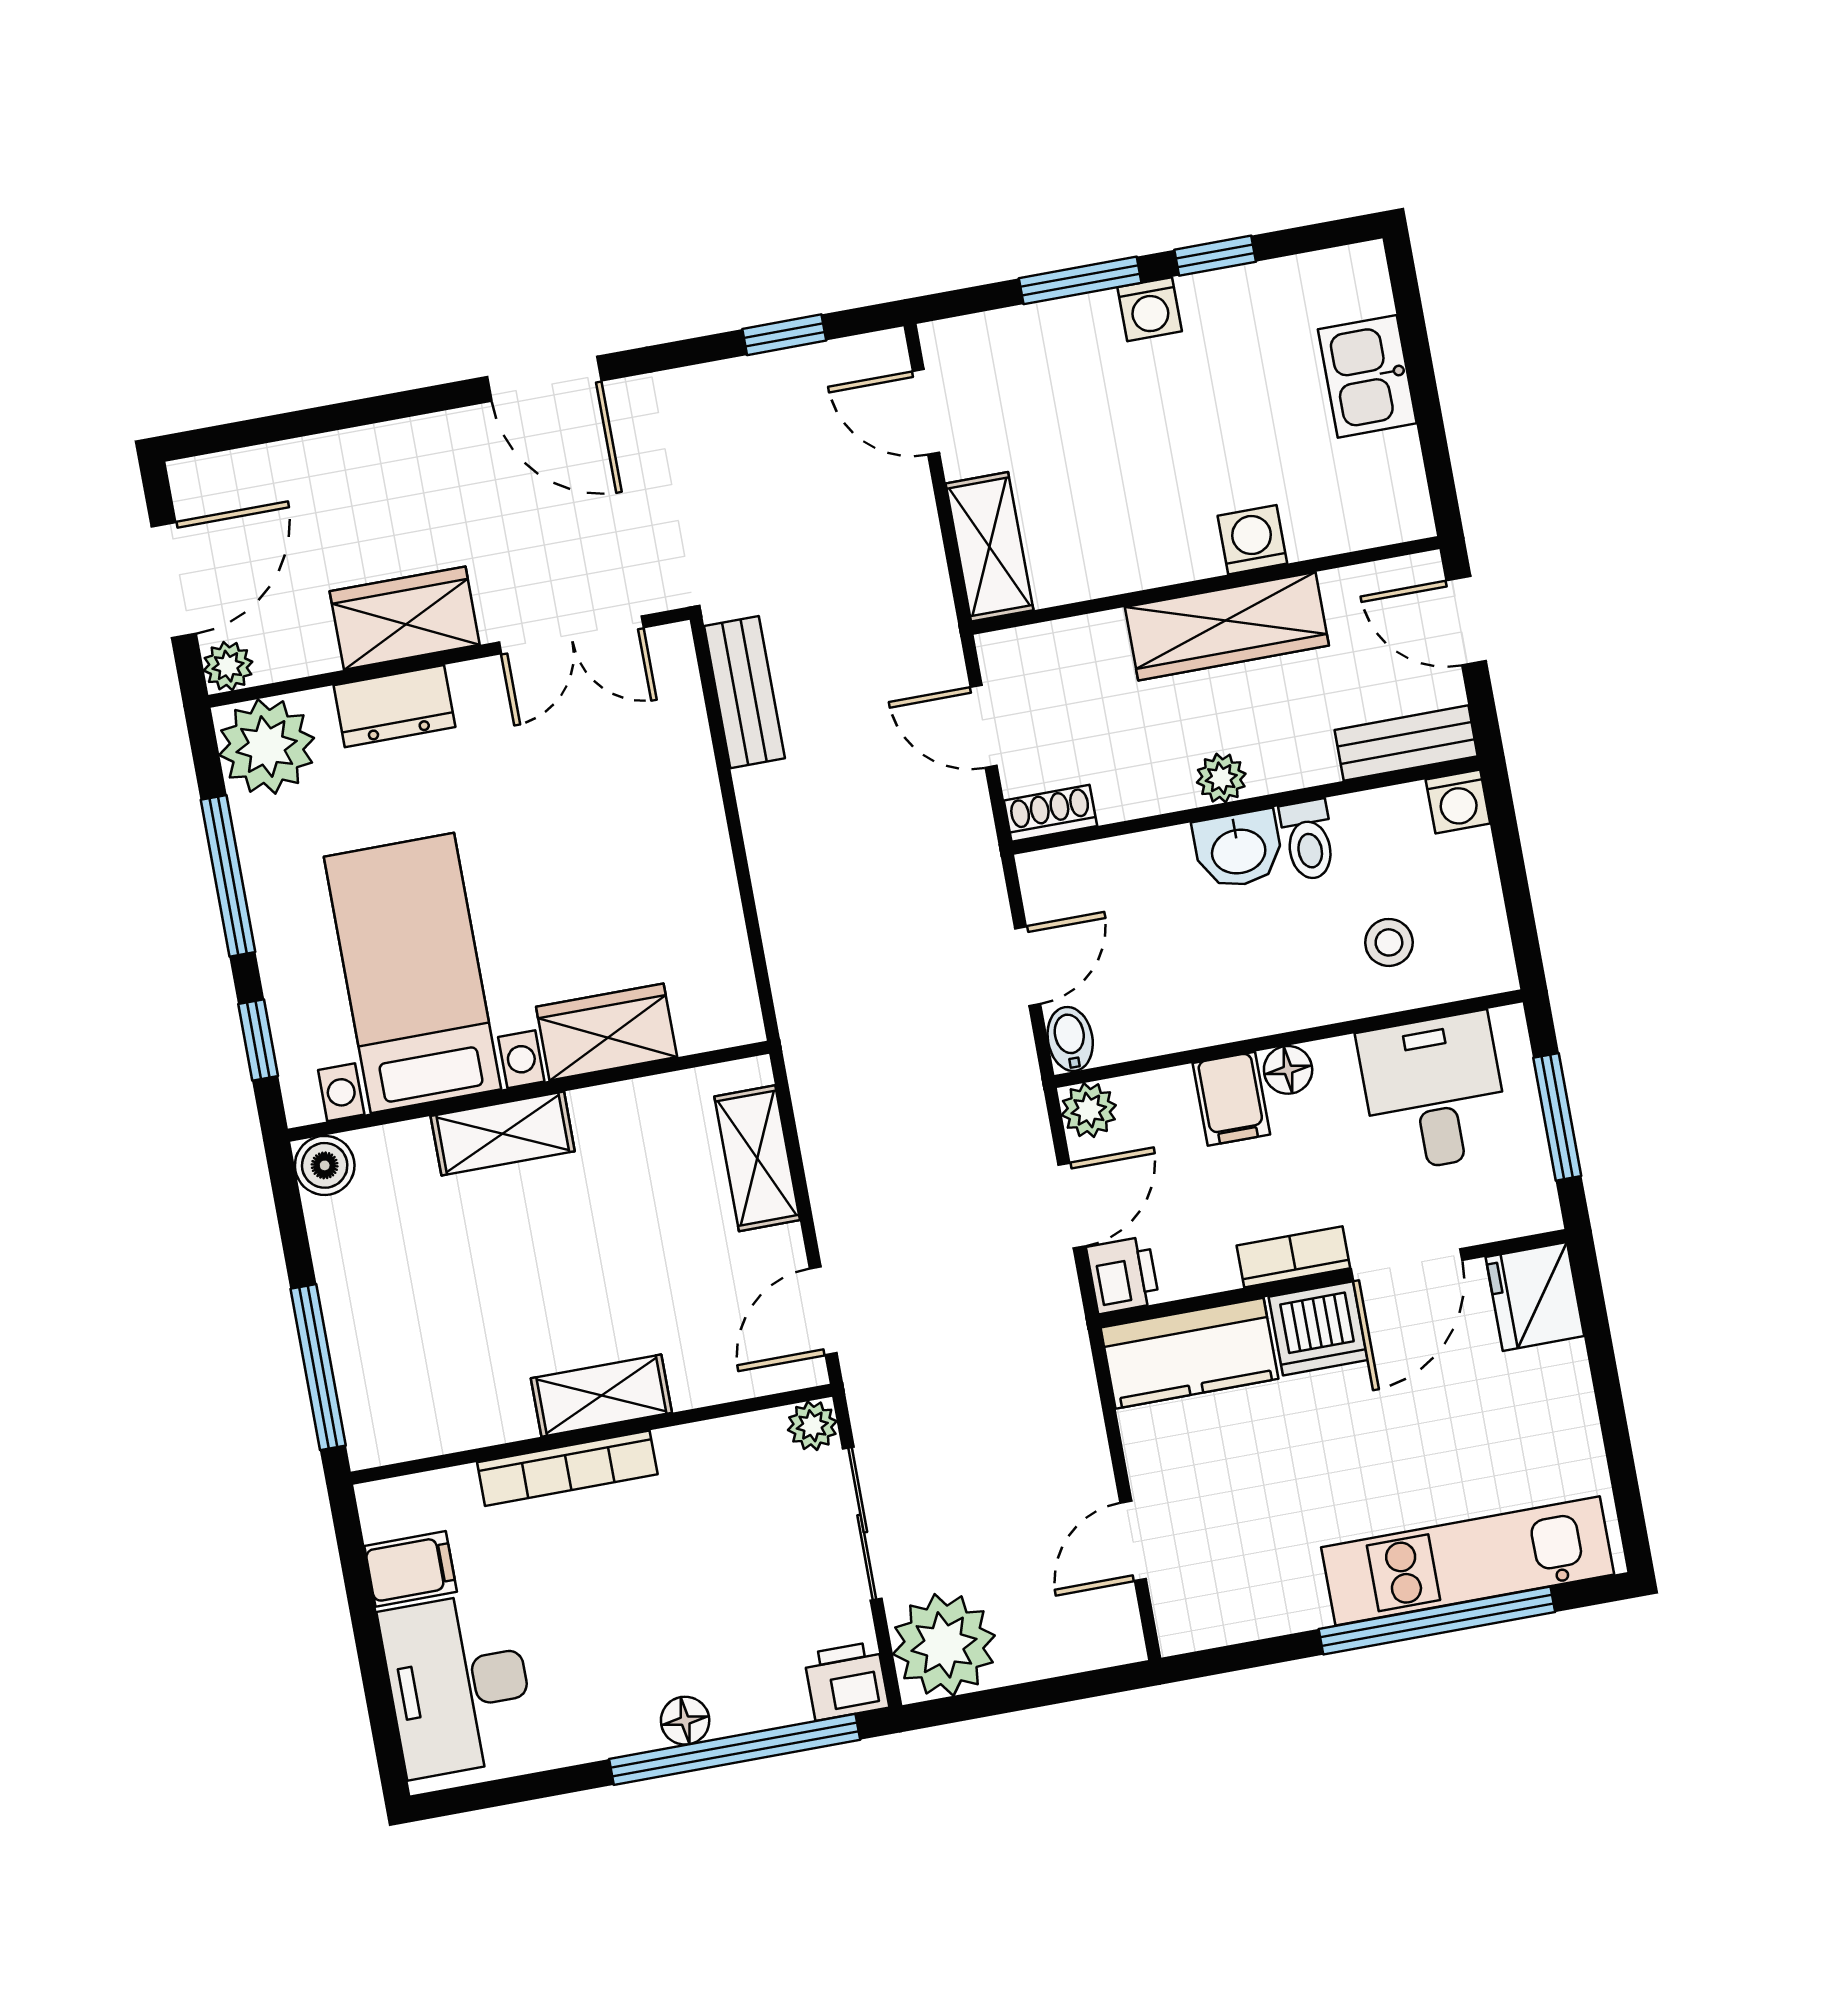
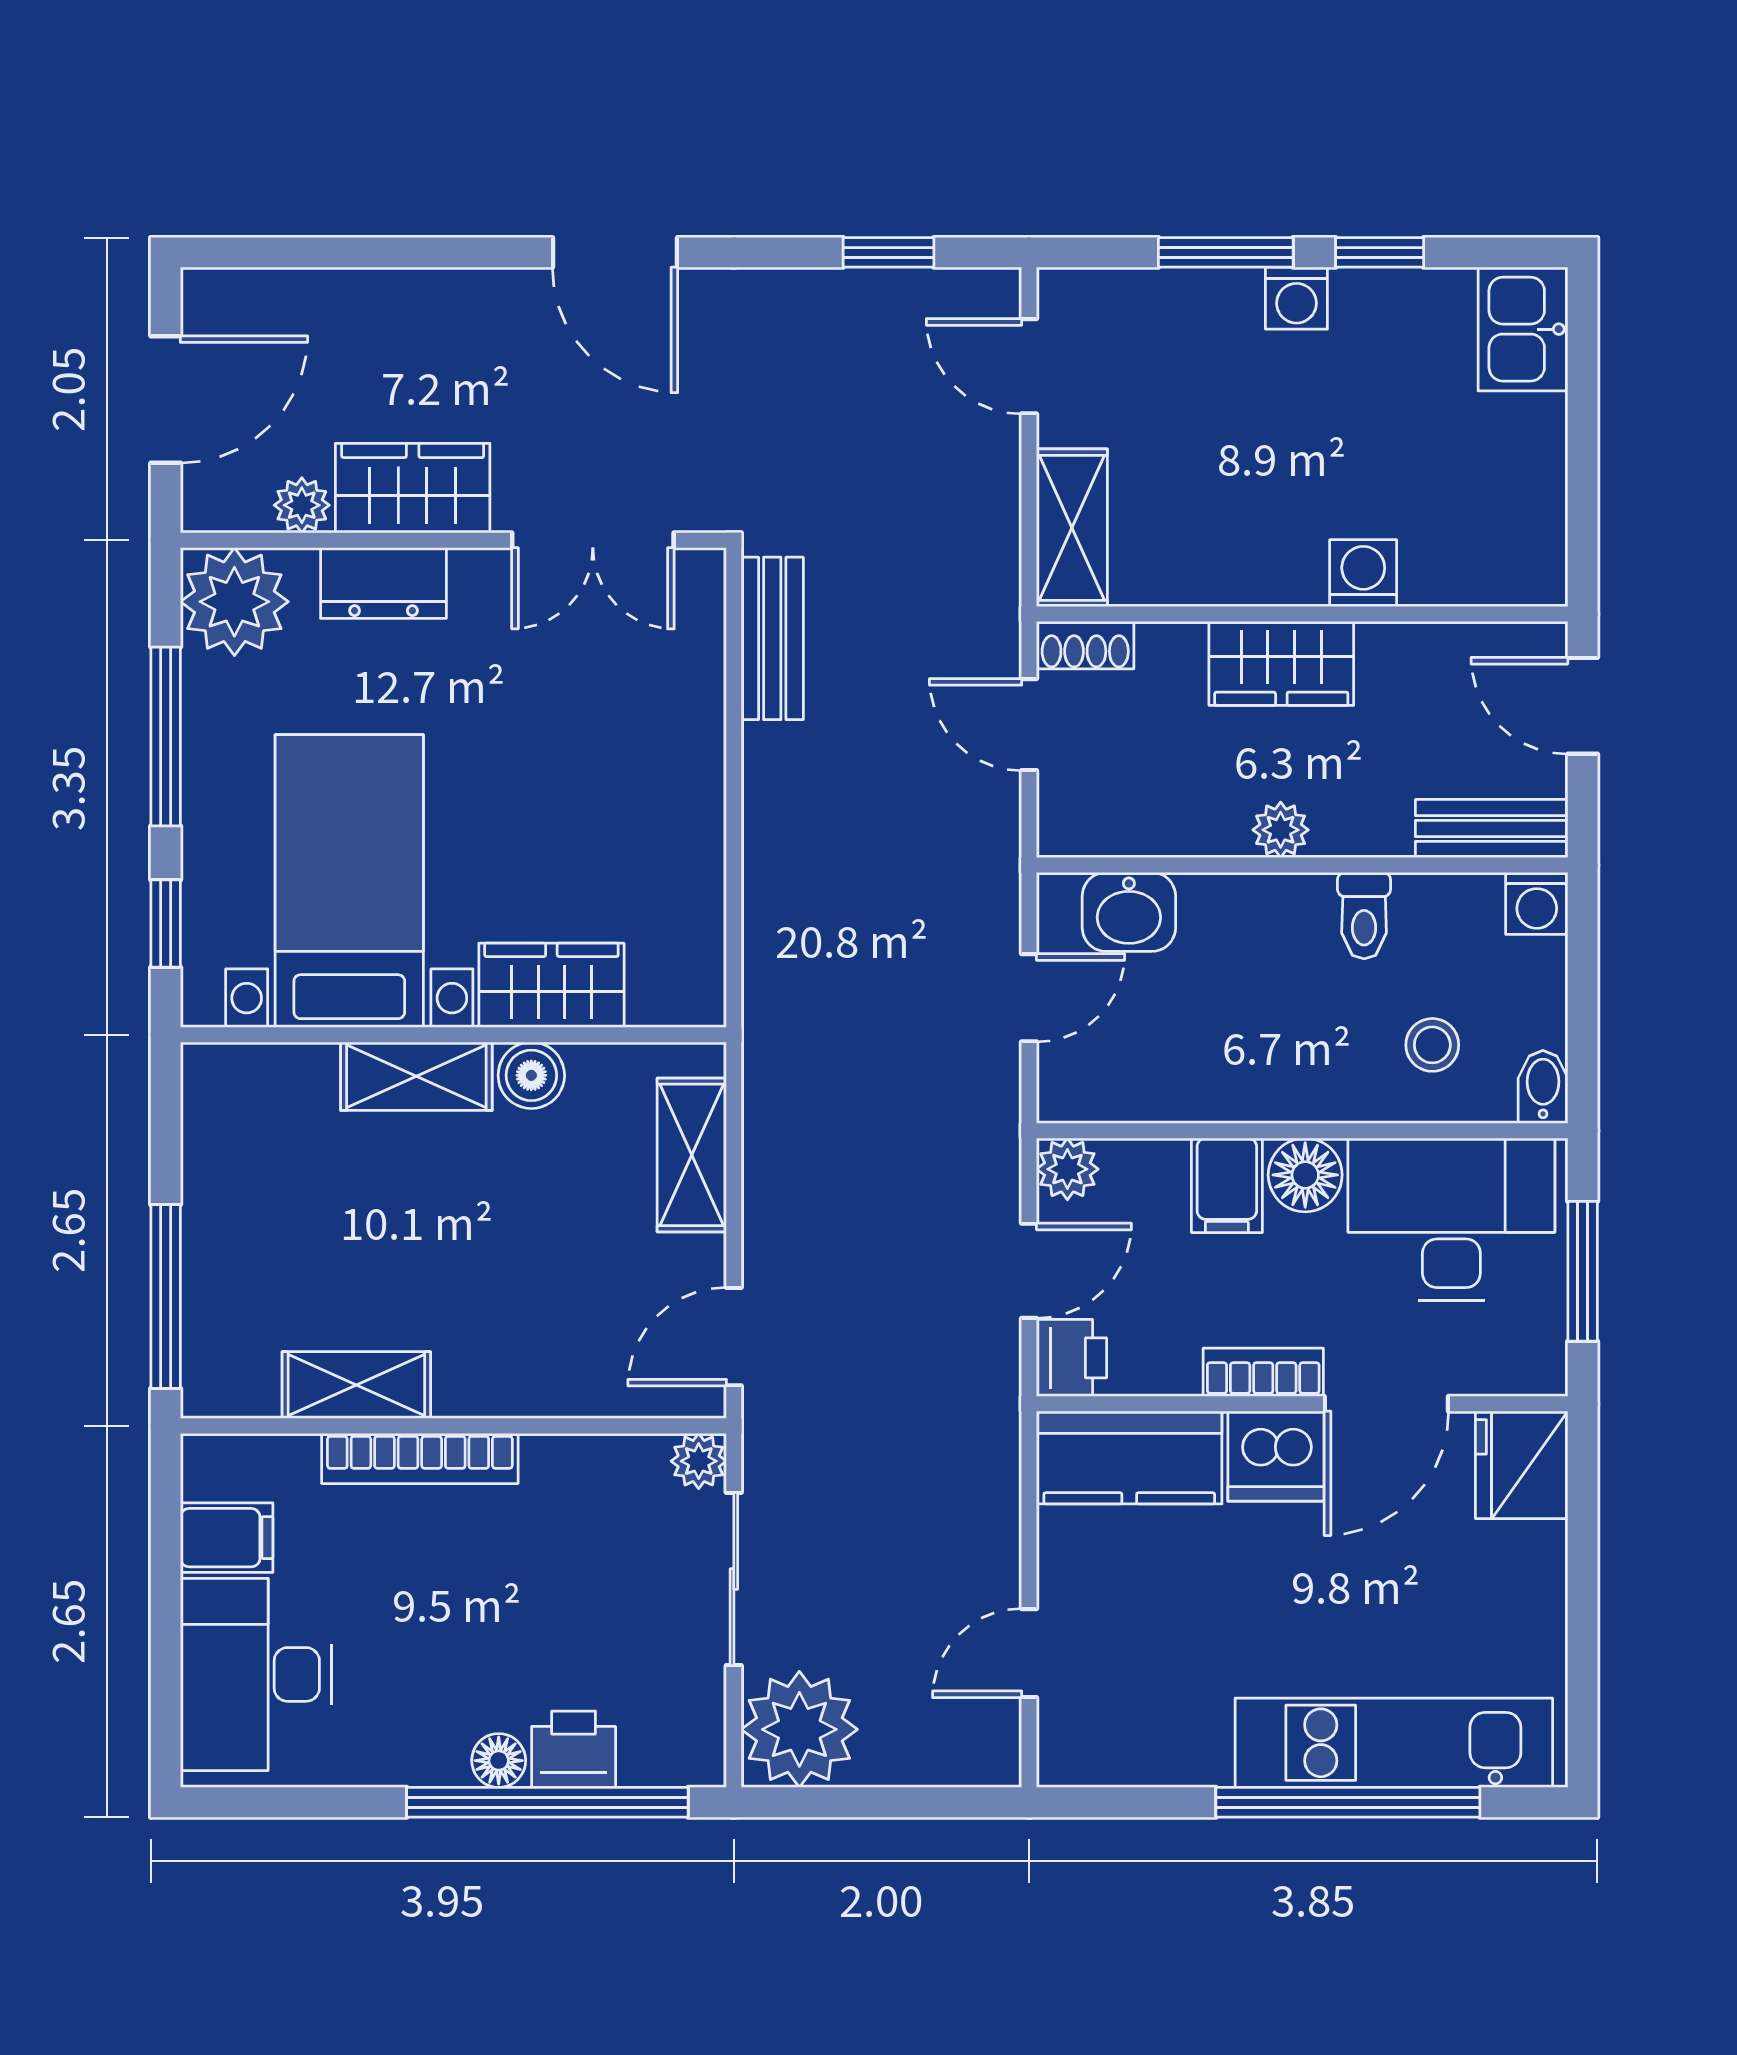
kitchen sink: (1367, 376) -> (1523, 329), moved
wardrobe: (1227, 626) -> (1281, 663), width x0.67
plant: (228, 666) -> (302, 505), moved
shoe rack: (1050, 813) -> (1085, 645), moved, turned 180
washbasin: (1238, 849) -> (1129, 912), moved
bidet: (1070, 1039) -> (1543, 1087), moved
floor lamp: (1288, 1070) -> (1305, 1175), width x1.37, depth x1.37
desk: (1434, 1092) -> (1451, 1219), width x1.37
boiler: (325, 1165) -> (531, 1075), moved
shelving: (601, 1396) -> (356, 1385), moved
printer: (846, 1681) -> (574, 1749), moved

